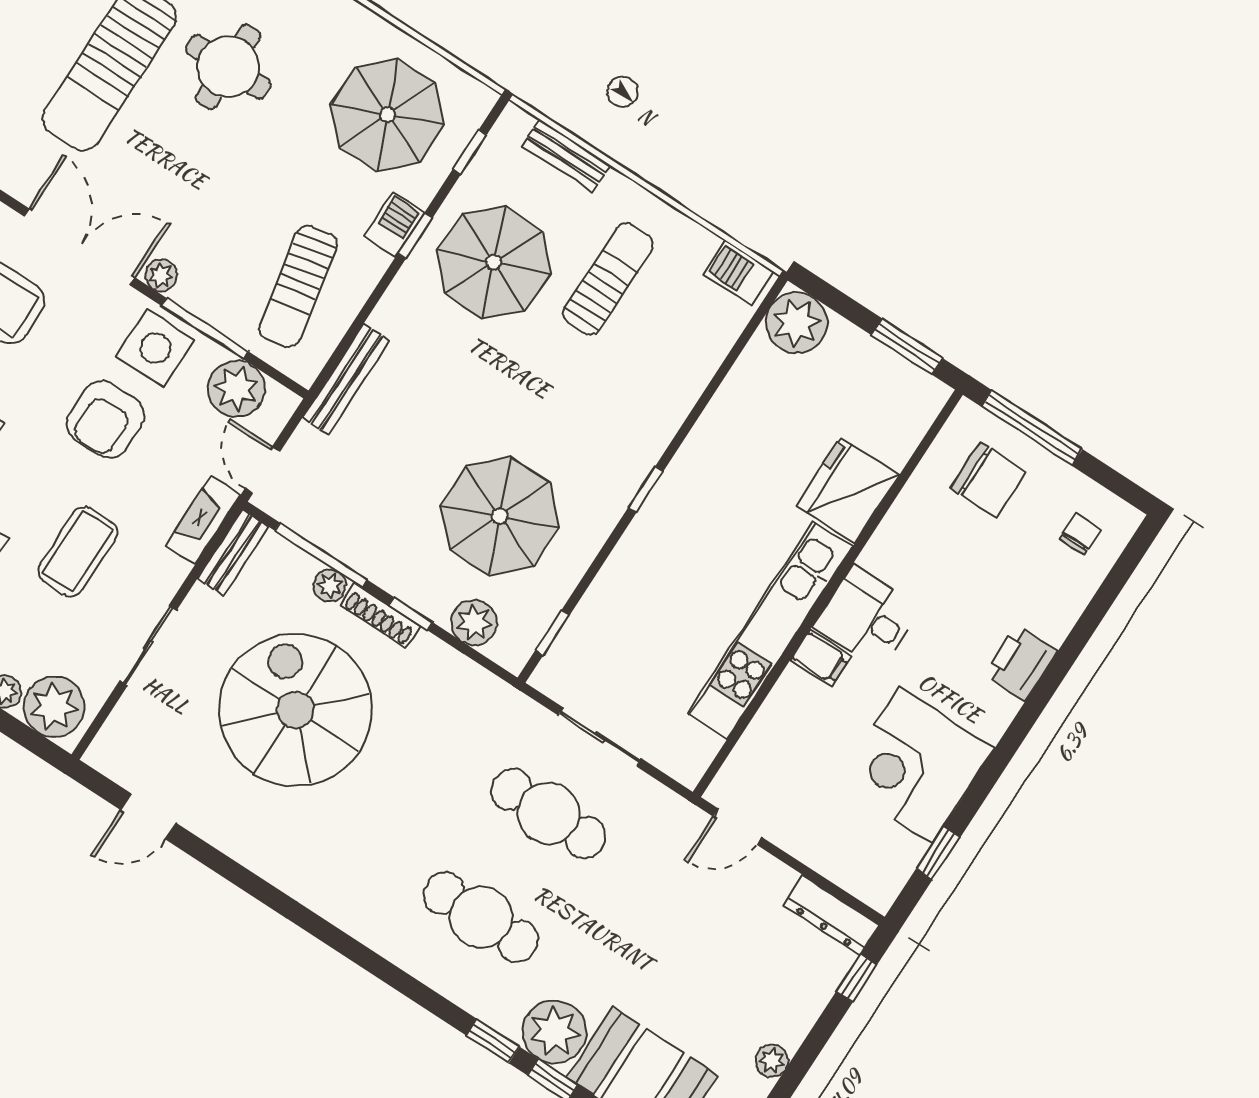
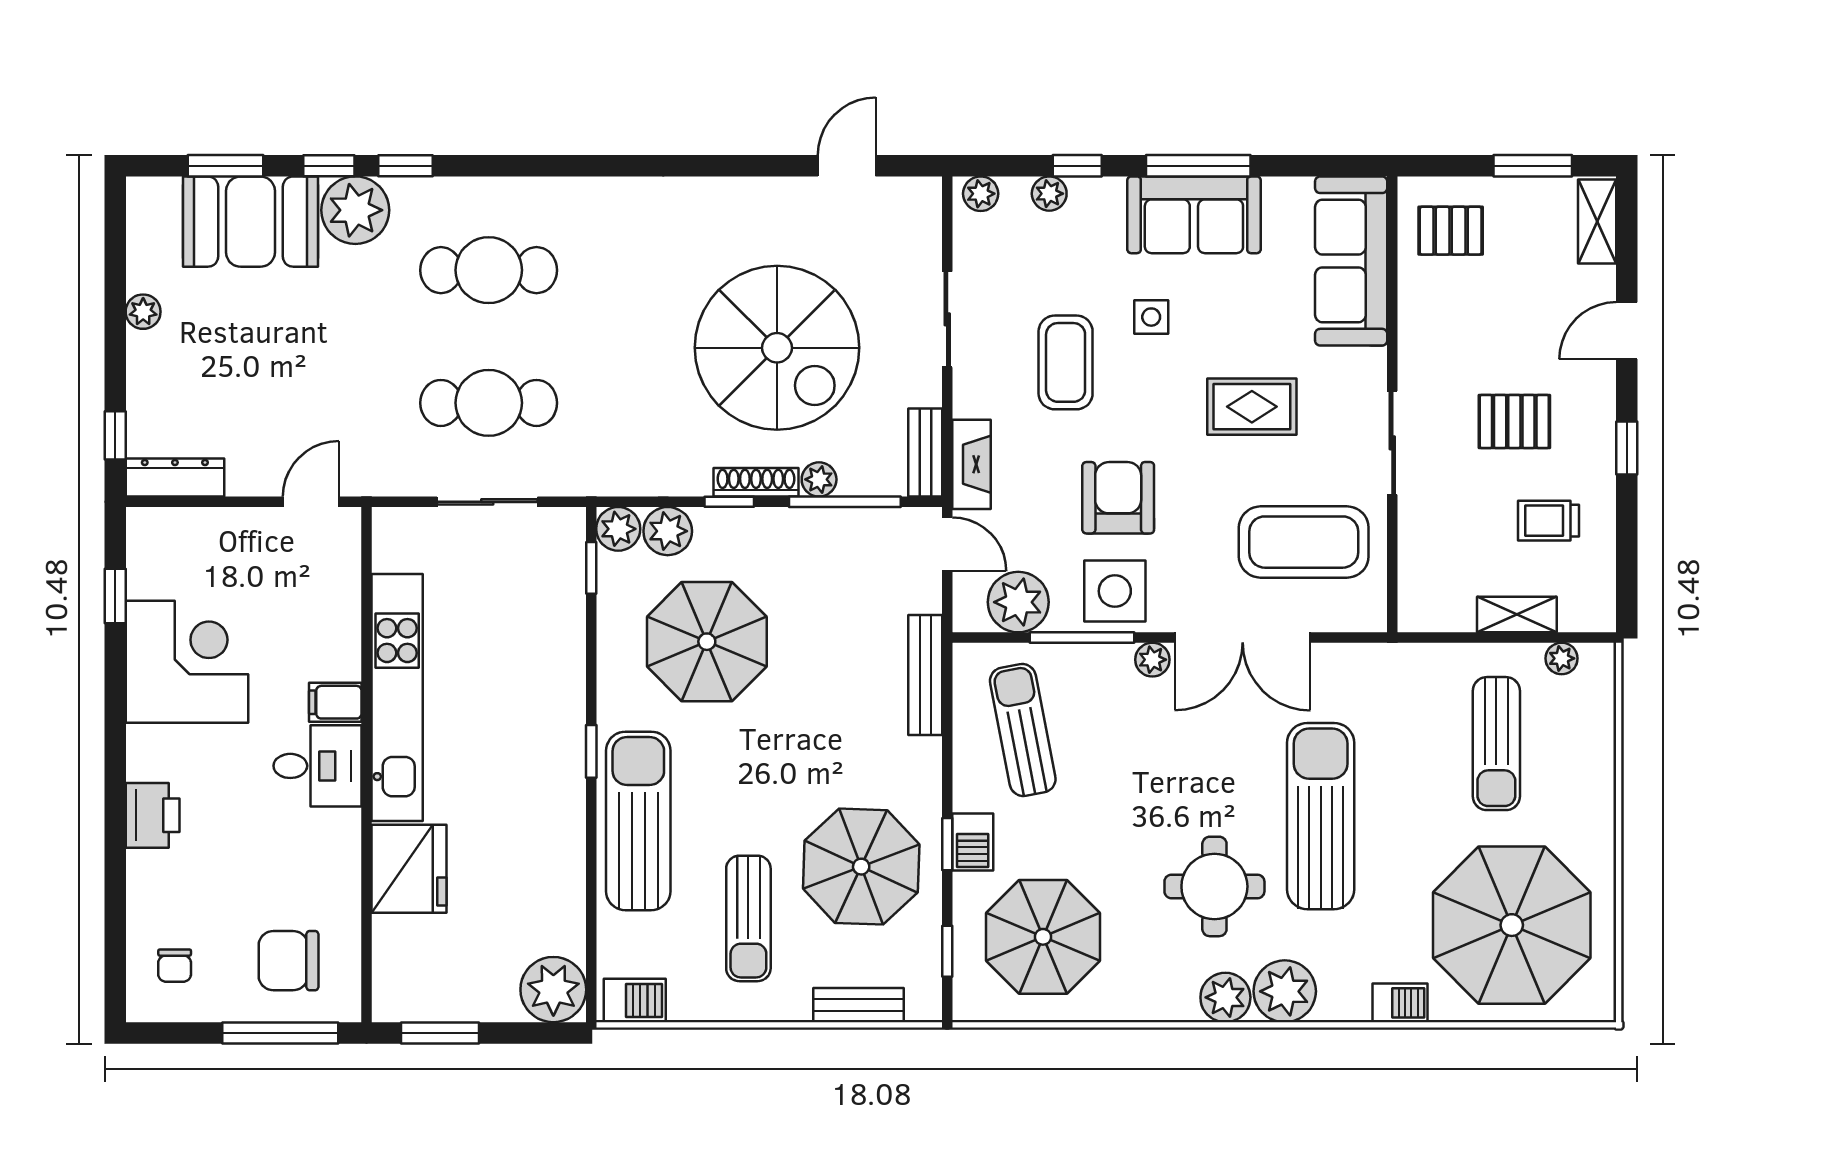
sun lounger: (644, 411) -> (638, 821), added
plant: (511, 649) -> (618, 529), added
plant: (54, 707) -> (981, 194), width x0.53, depth x0.53

